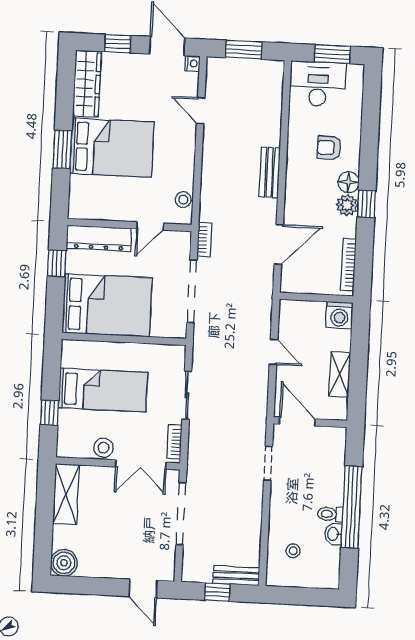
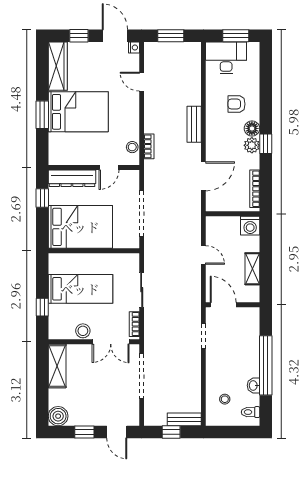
bookcase: (204, 240) -> (149, 146), moved
toilet: (330, 514) -> (251, 412), moved
window: (99, 586) -> (84, 432), added

